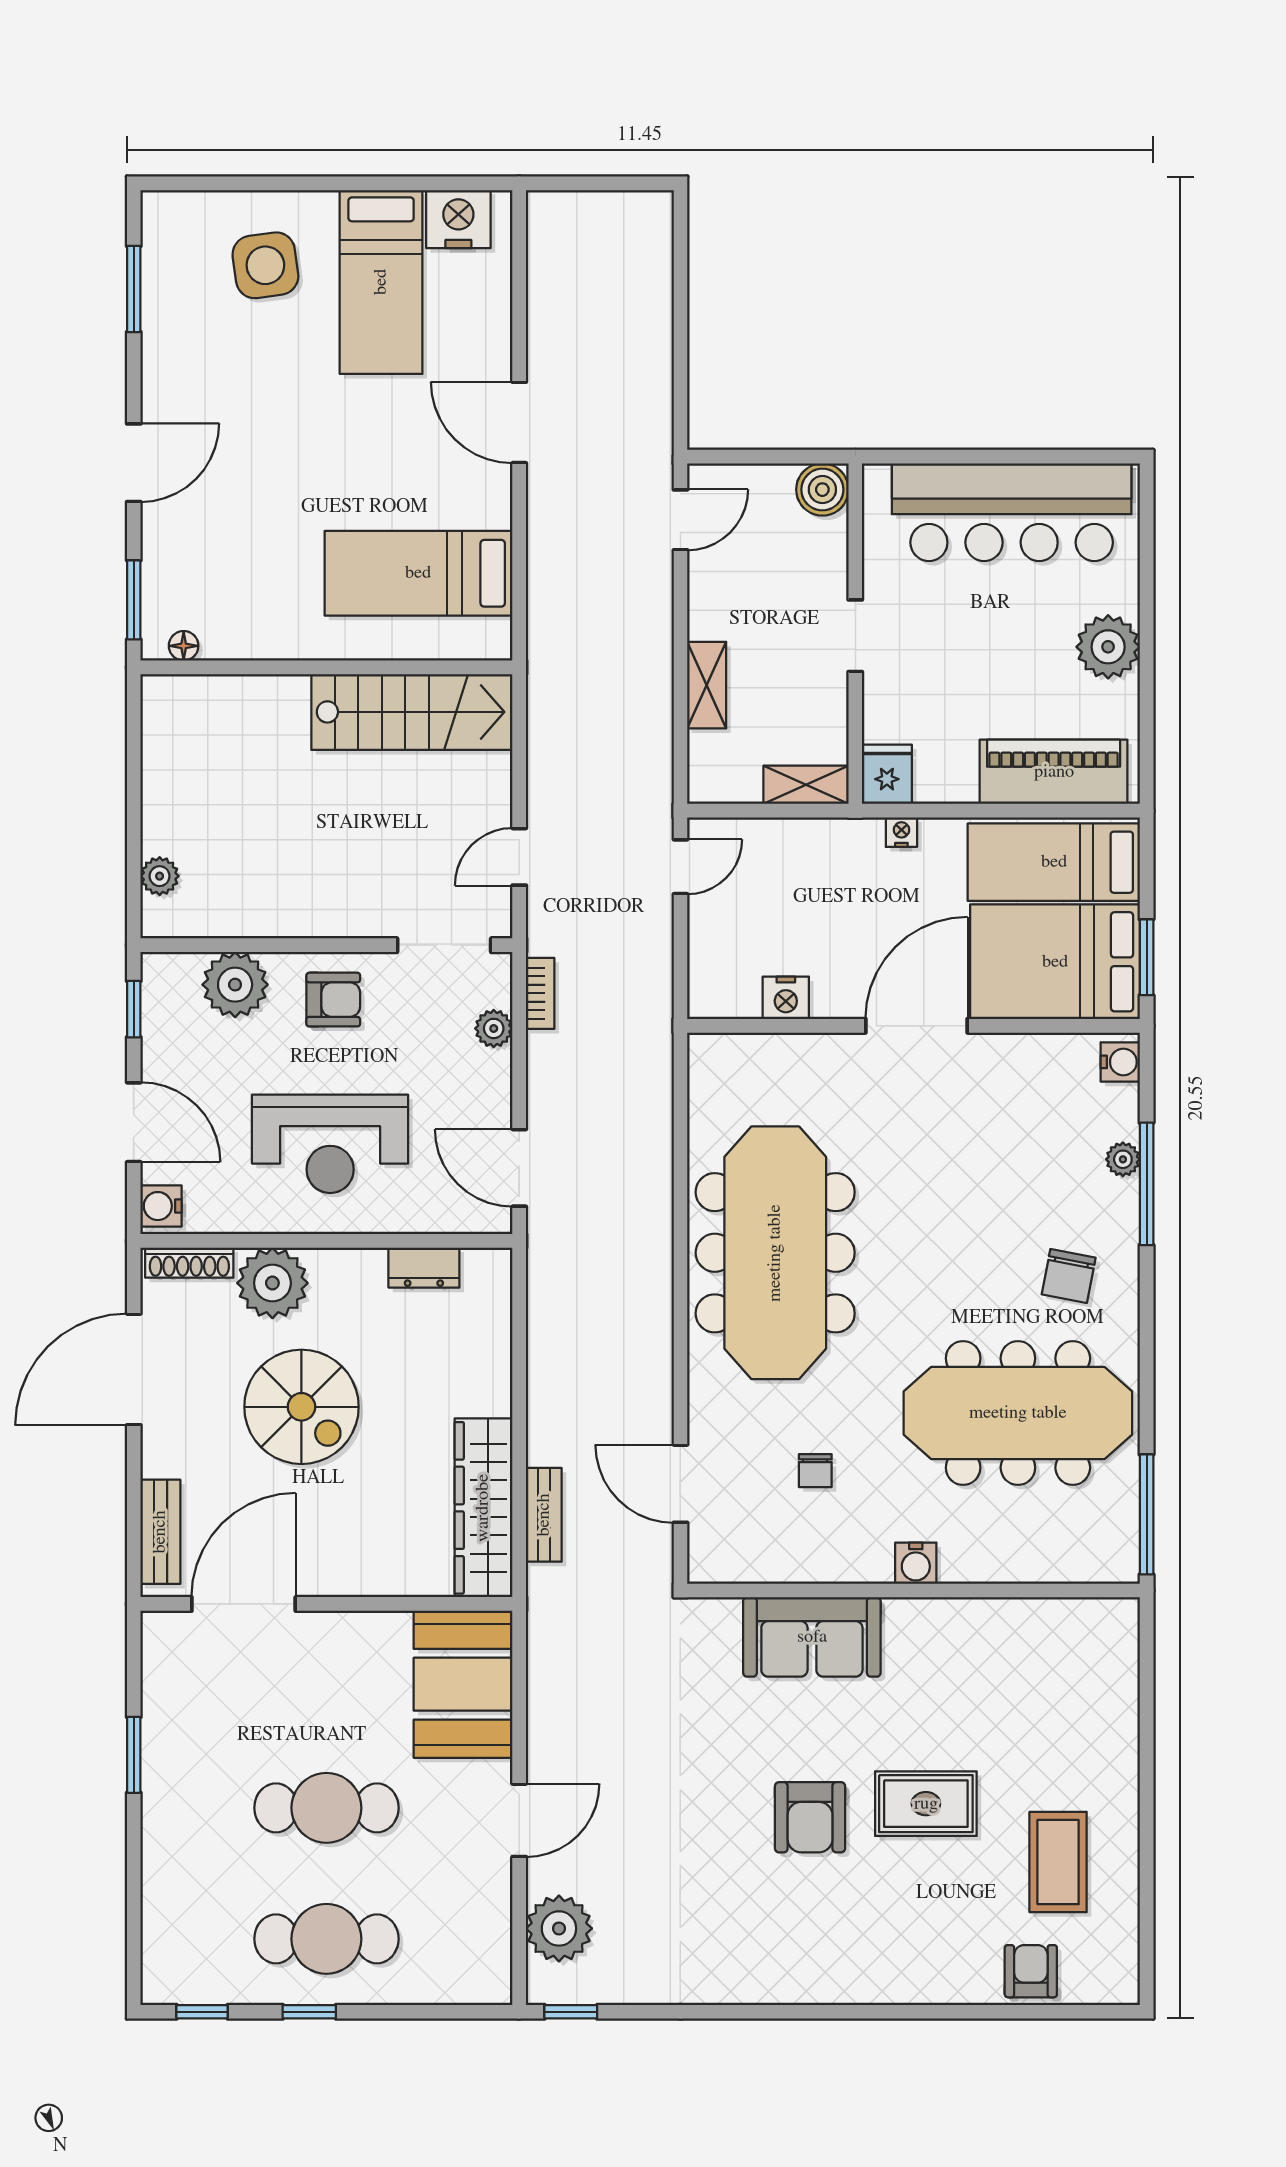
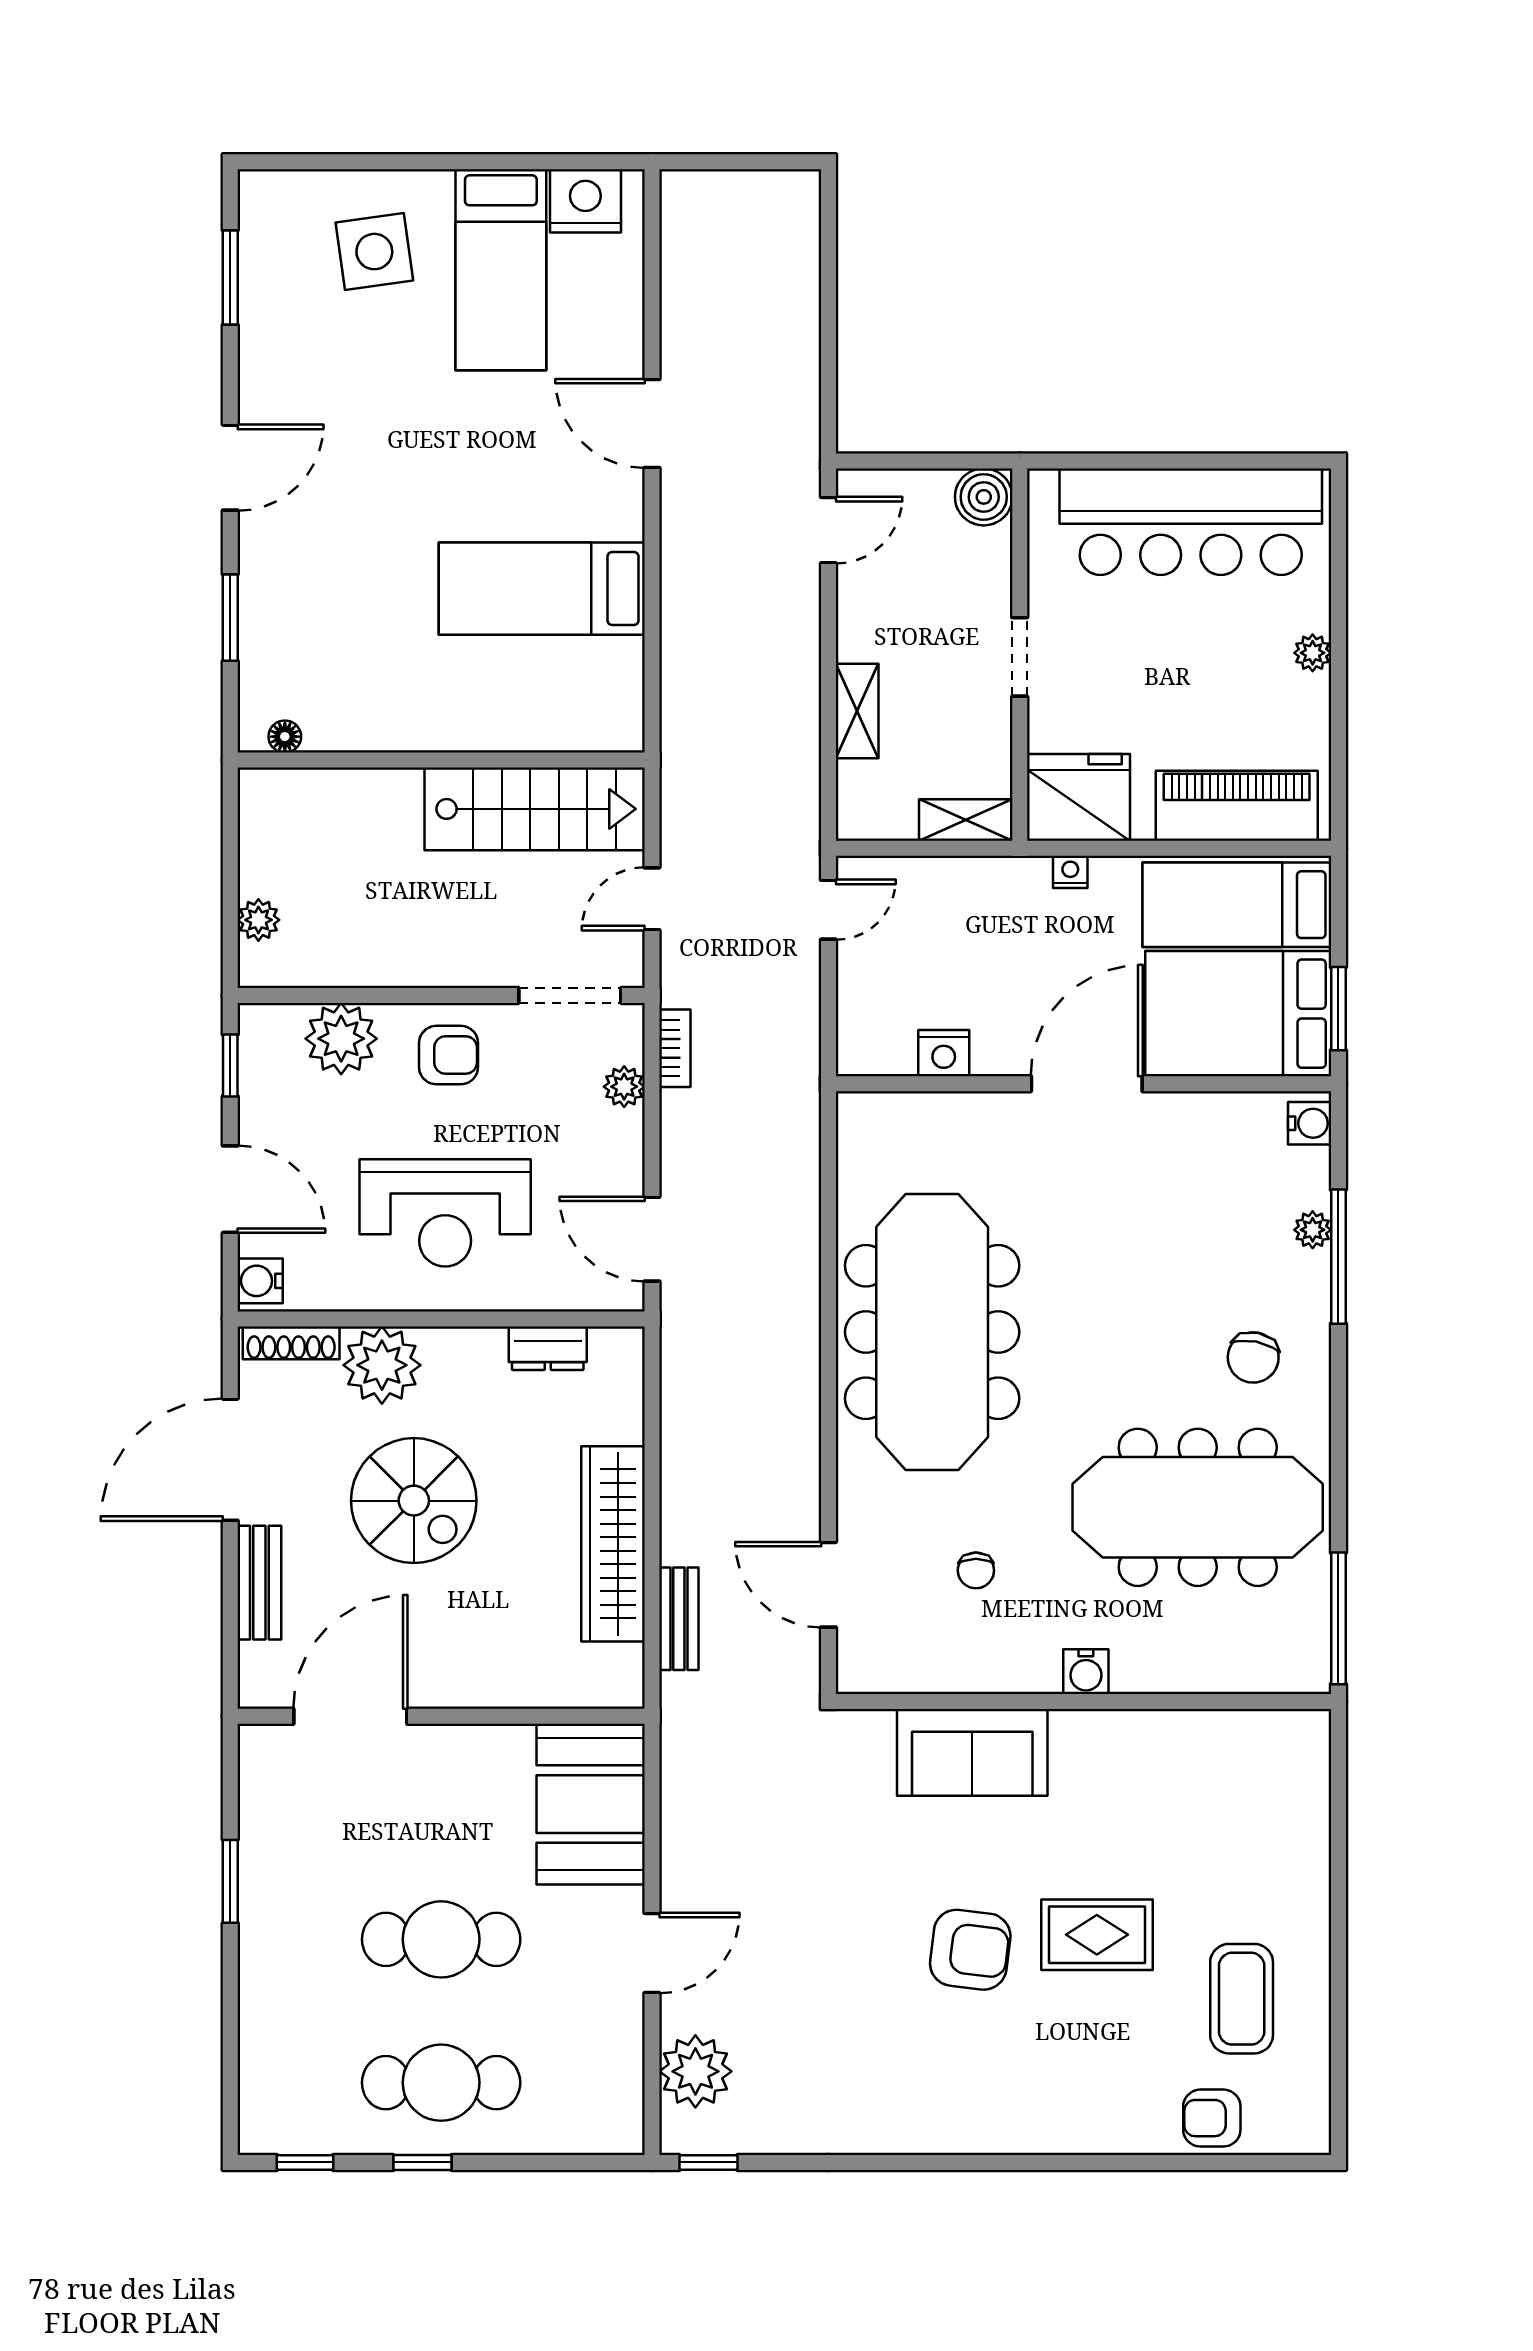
floor lamp: (184, 646) -> (285, 737), moved
plant: (1108, 647) -> (1313, 653), width x0.53, depth x0.53
wall: (326, 667) -> (441, 760), moved
stairs: (412, 712) -> (535, 809), moved
fridge: (887, 774) -> (1078, 797), width x1.88, depth x1.34
wardrobe: (483, 1508) -> (613, 1544), moved
bench: (160, 1532) -> (259, 1583), moved
armchair: (810, 1817) -> (970, 1950), turned -83
armchair: (1031, 1971) -> (1212, 2118), turned -90

